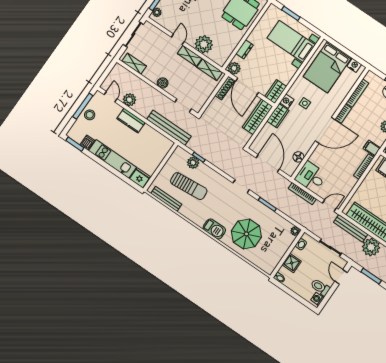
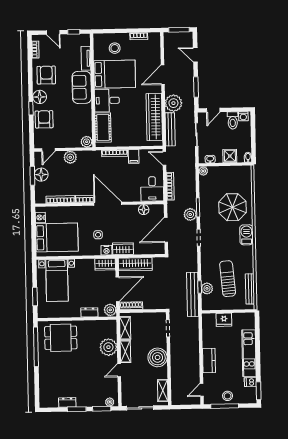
boiler: (163, 83) -> (158, 357), width x1.86, depth x1.86
plant: (129, 100) -> (190, 214), moved
bench: (169, 128) -> (193, 294), moved
filing cabinet: (372, 148) -> (134, 156), moved
fridge: (140, 178) -> (224, 320), moved, turned -90

